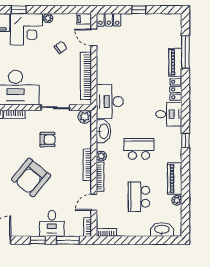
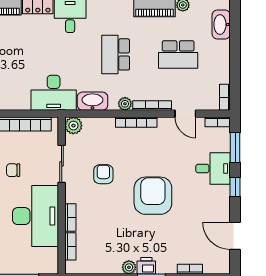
chair: (51, 71) -> (13, 170), added
armchair: (31, 177) -> (153, 196), turned -129

